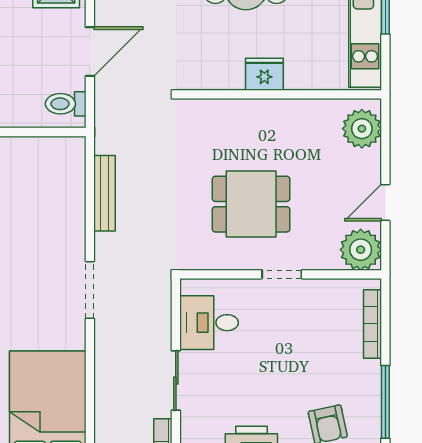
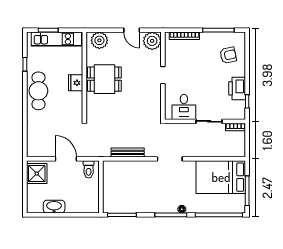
dining table: (251, 204) -> (104, 79), moved, turned 90

